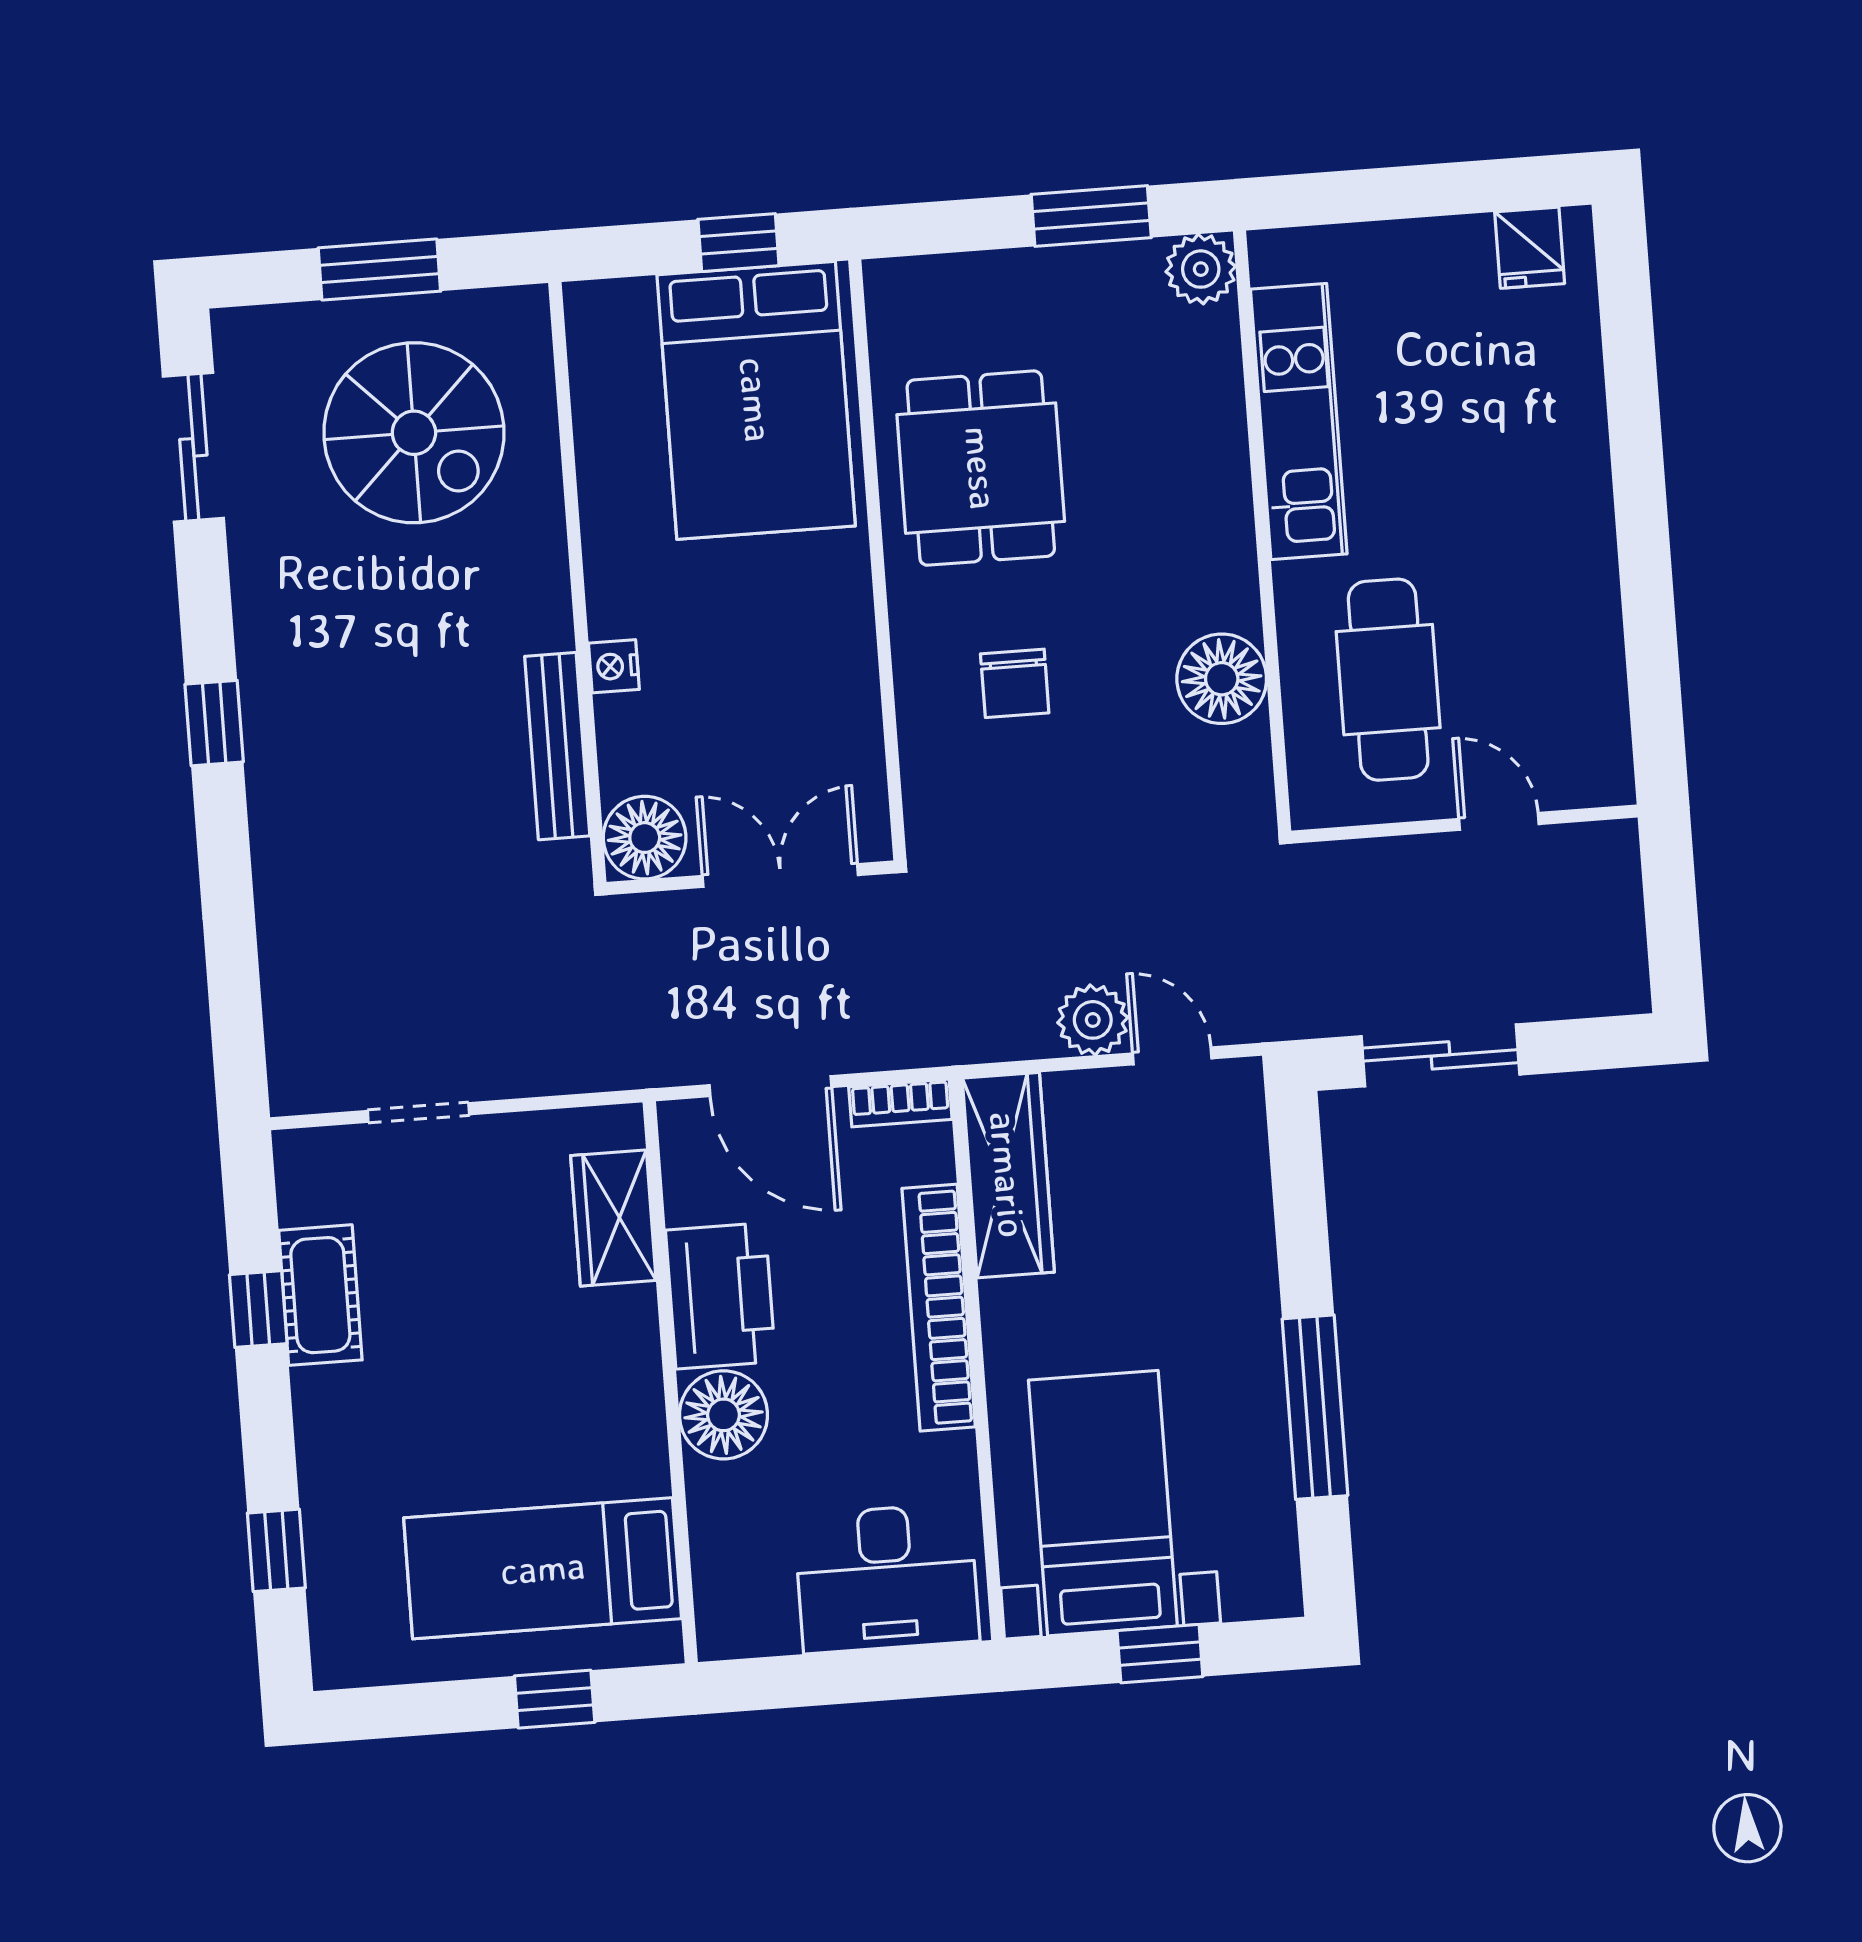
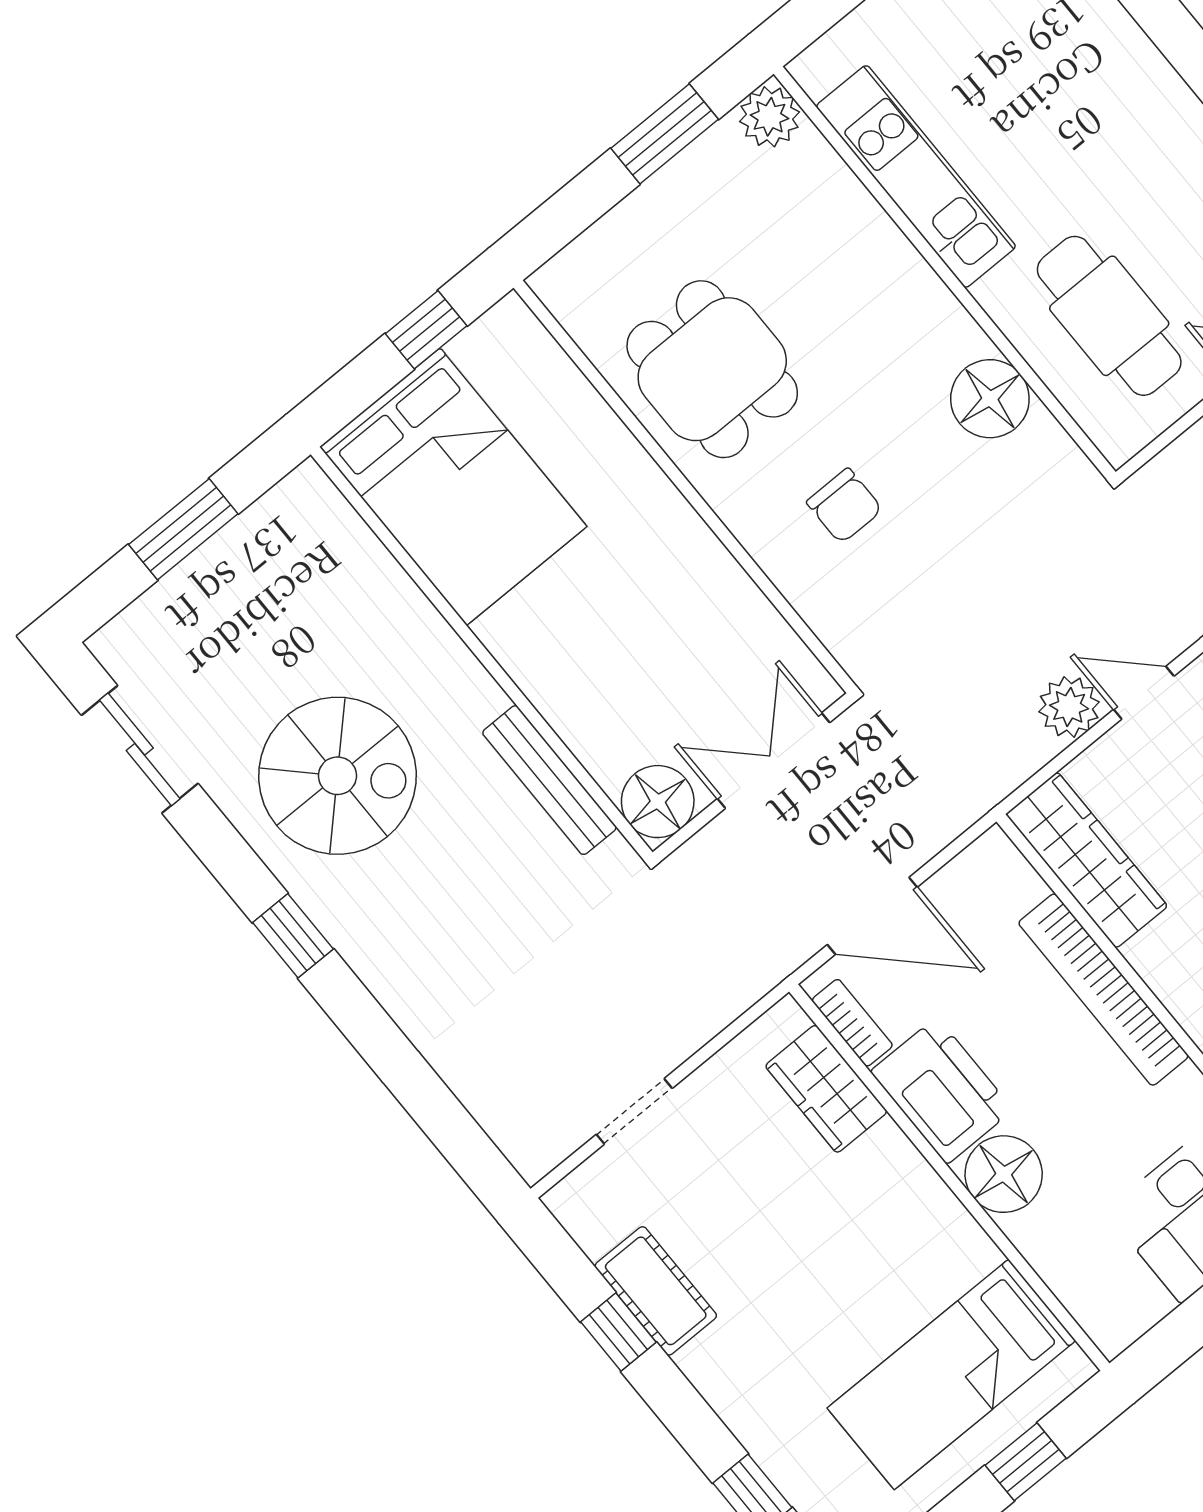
bed: (756, 400) -> (453, 487), moved
spiral stairs: (414, 433) -> (337, 776), moved
nightstand: (614, 666) -> (550, 695), removed
bookcase: (900, 1103) -> (852, 1023), moved, turned -90

